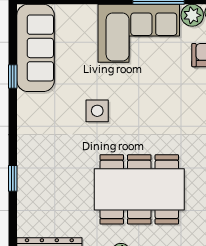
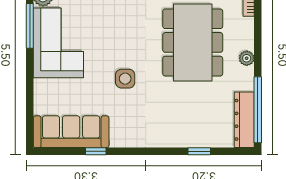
window: (13, 178) -> (199, 151), moved

